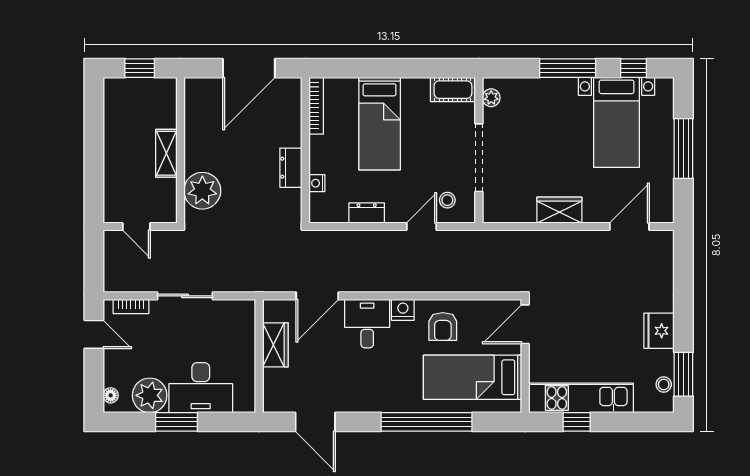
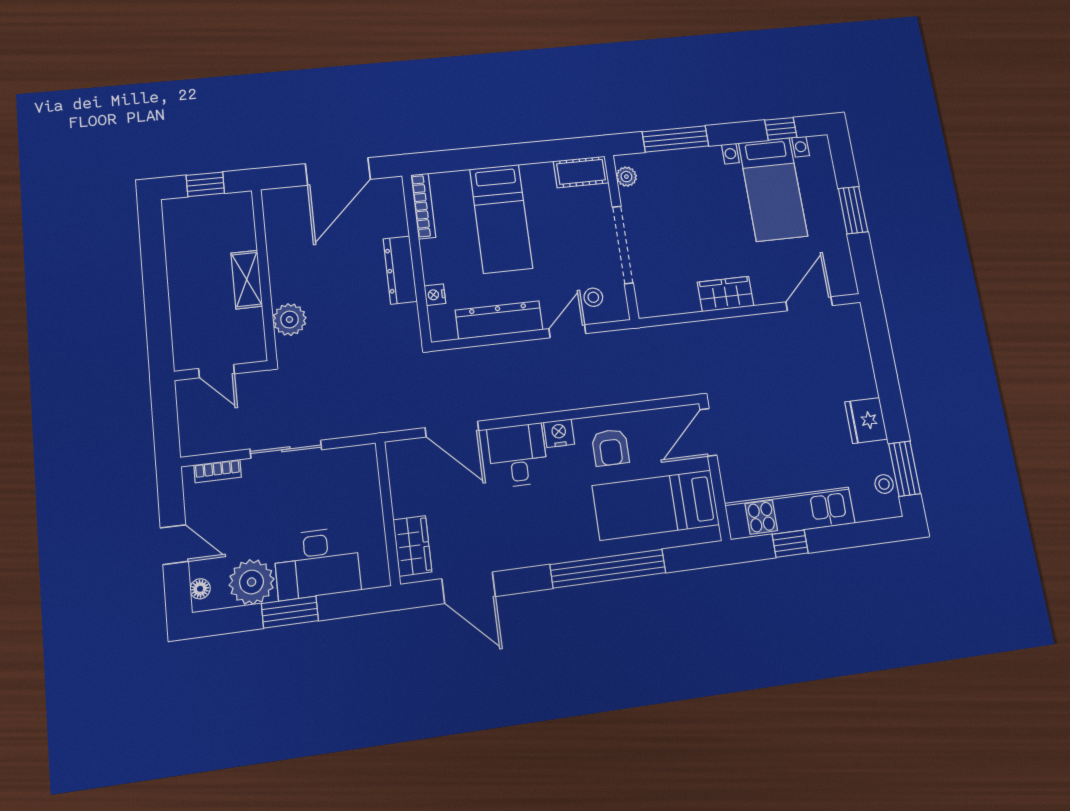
window: (568, 68) -> (675, 139), moved
window: (683, 149) -> (853, 210), width x0.69
dresser: (291, 168) -> (400, 270), width x1.44
plant: (202, 191) -> (289, 319), width x0.73, depth x0.73
dresser: (367, 213) -> (499, 320), width x1.96, depth x1.24
door: (317, 296) -> (452, 429), hinge flipped
door: (94, 334) -> (174, 545), moved
wardrobe: (275, 345) -> (412, 546), moved

